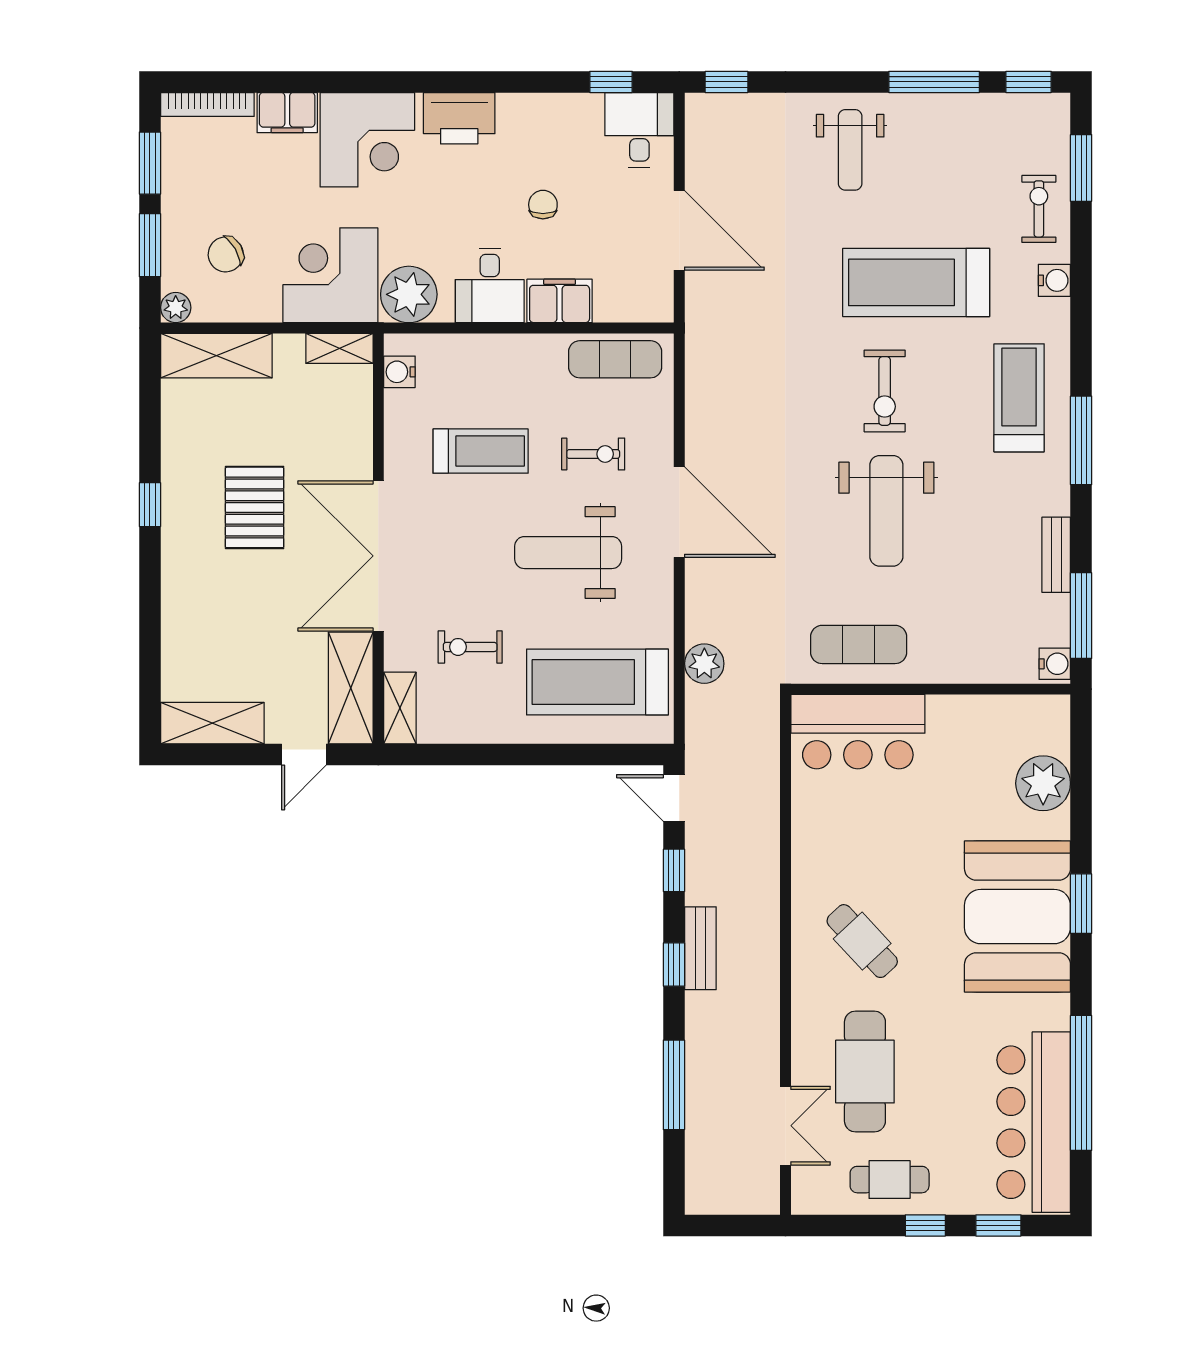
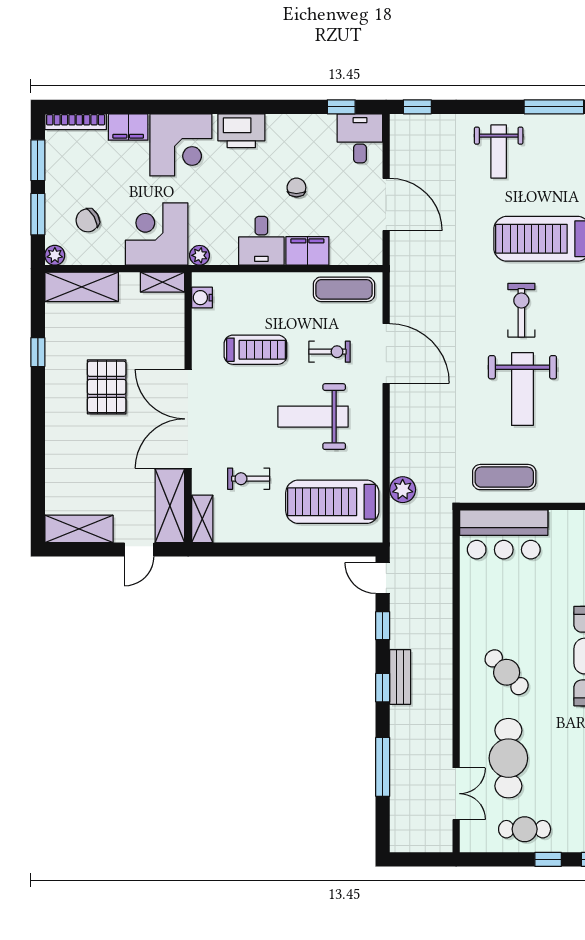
plant: (409, 294) -> (200, 255), width x0.53, depth x0.53
exercise bike: (885, 391) -> (521, 310), turned 180
window: (150, 505) -> (38, 352), moved
door: (679, 512) -> (386, 353), moved

